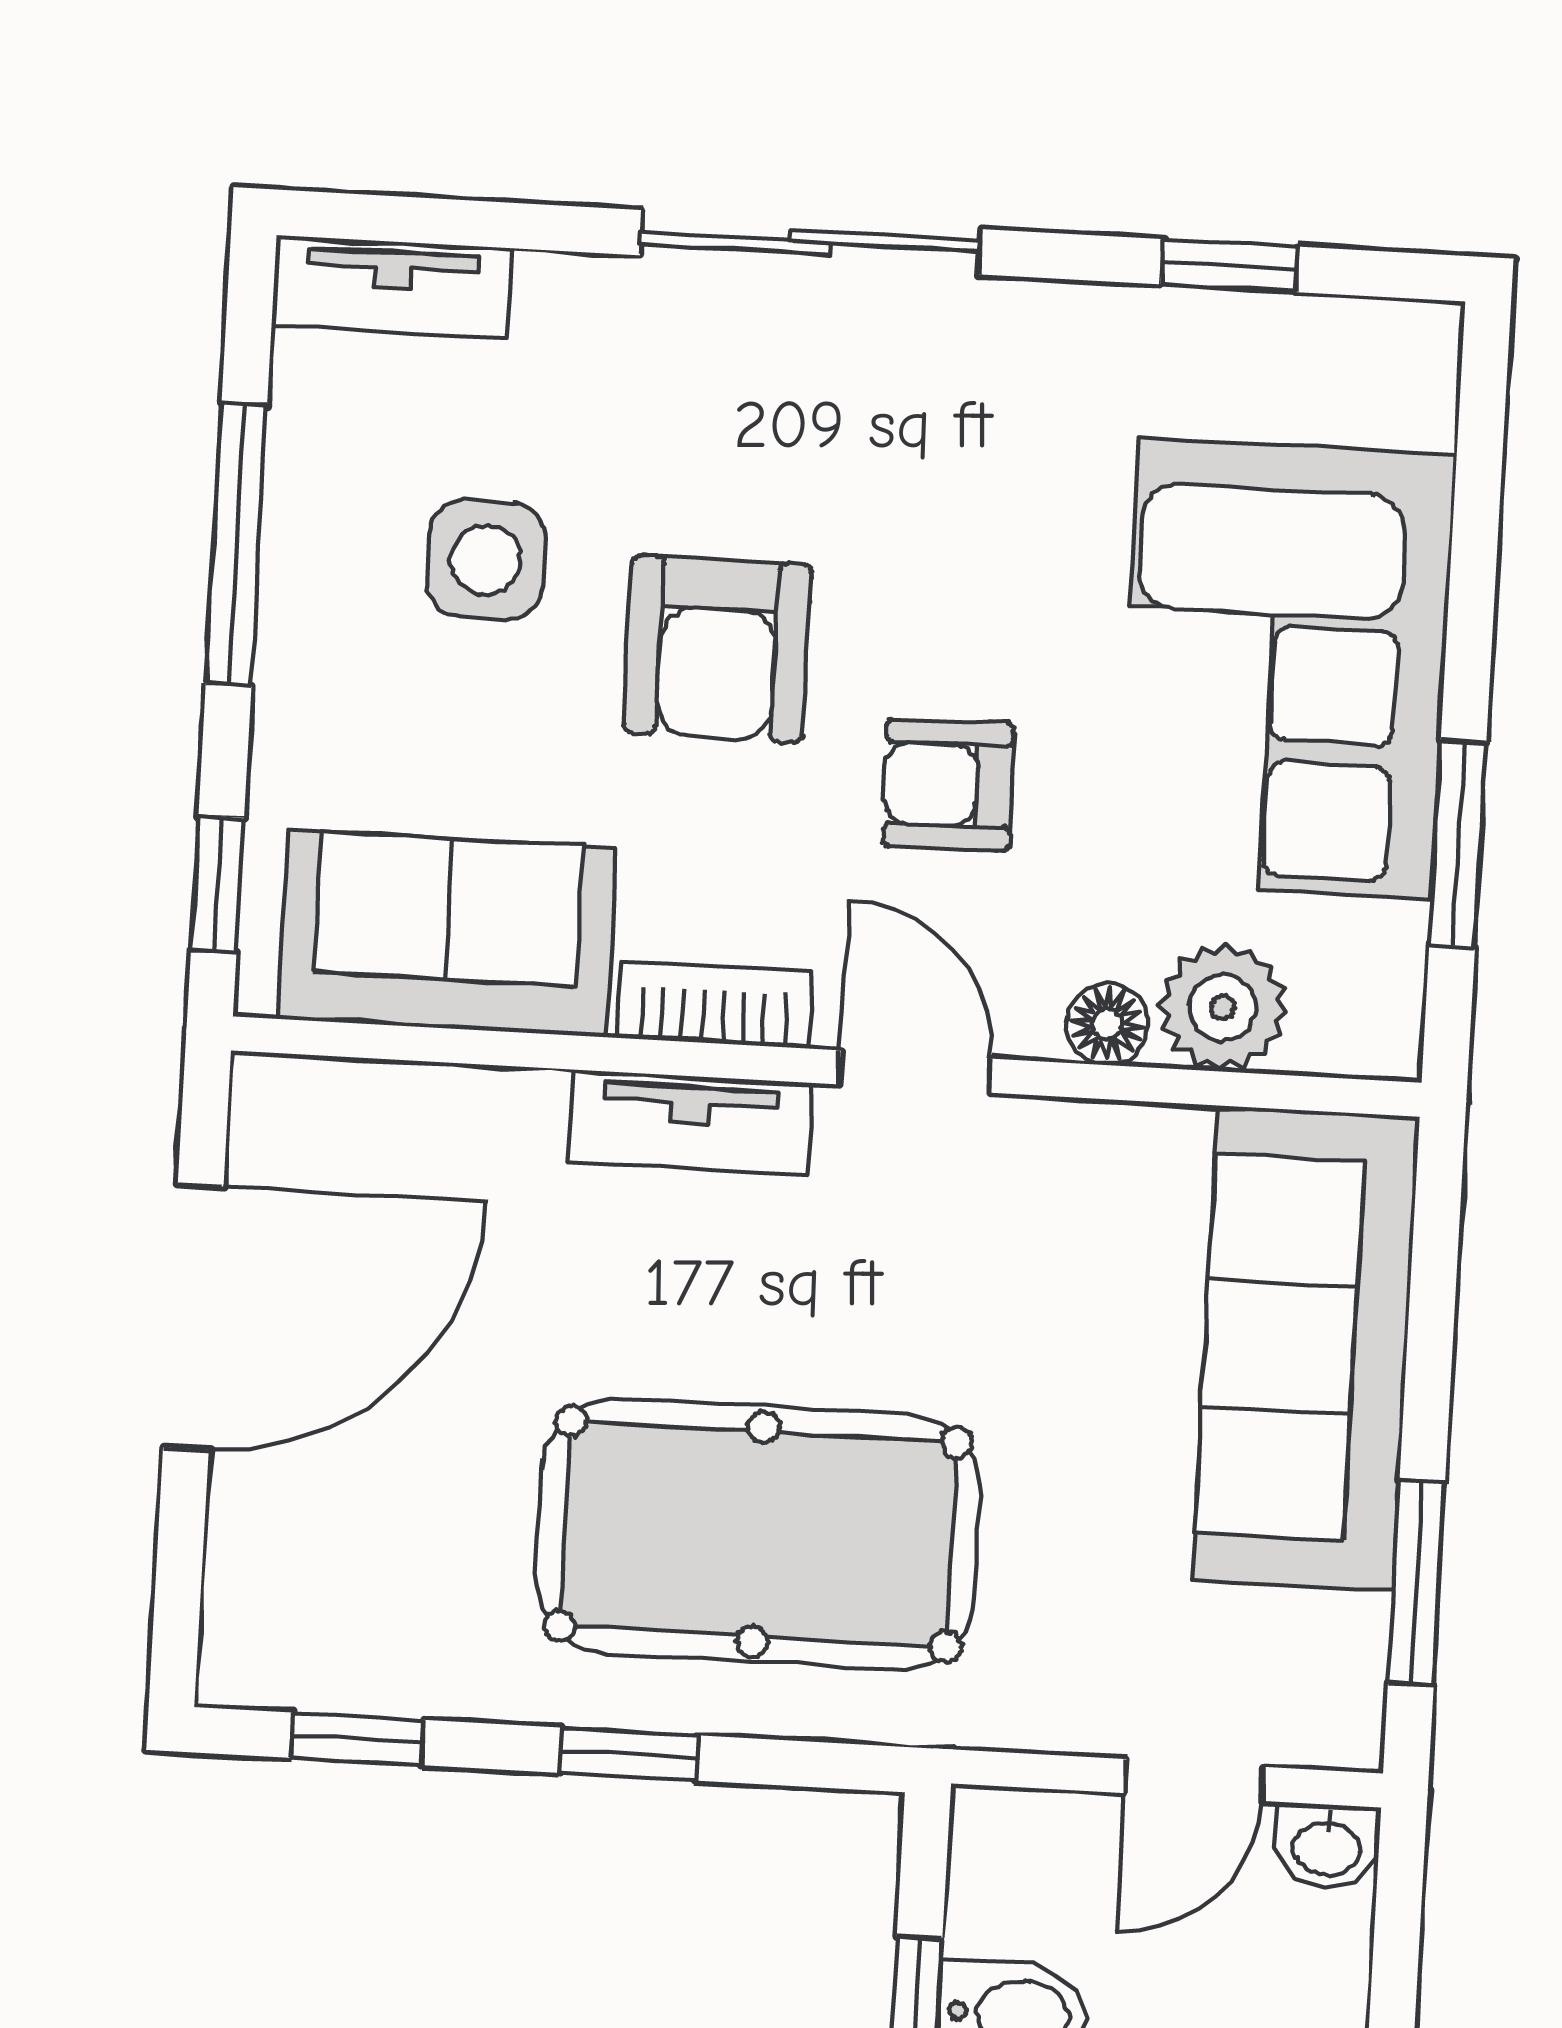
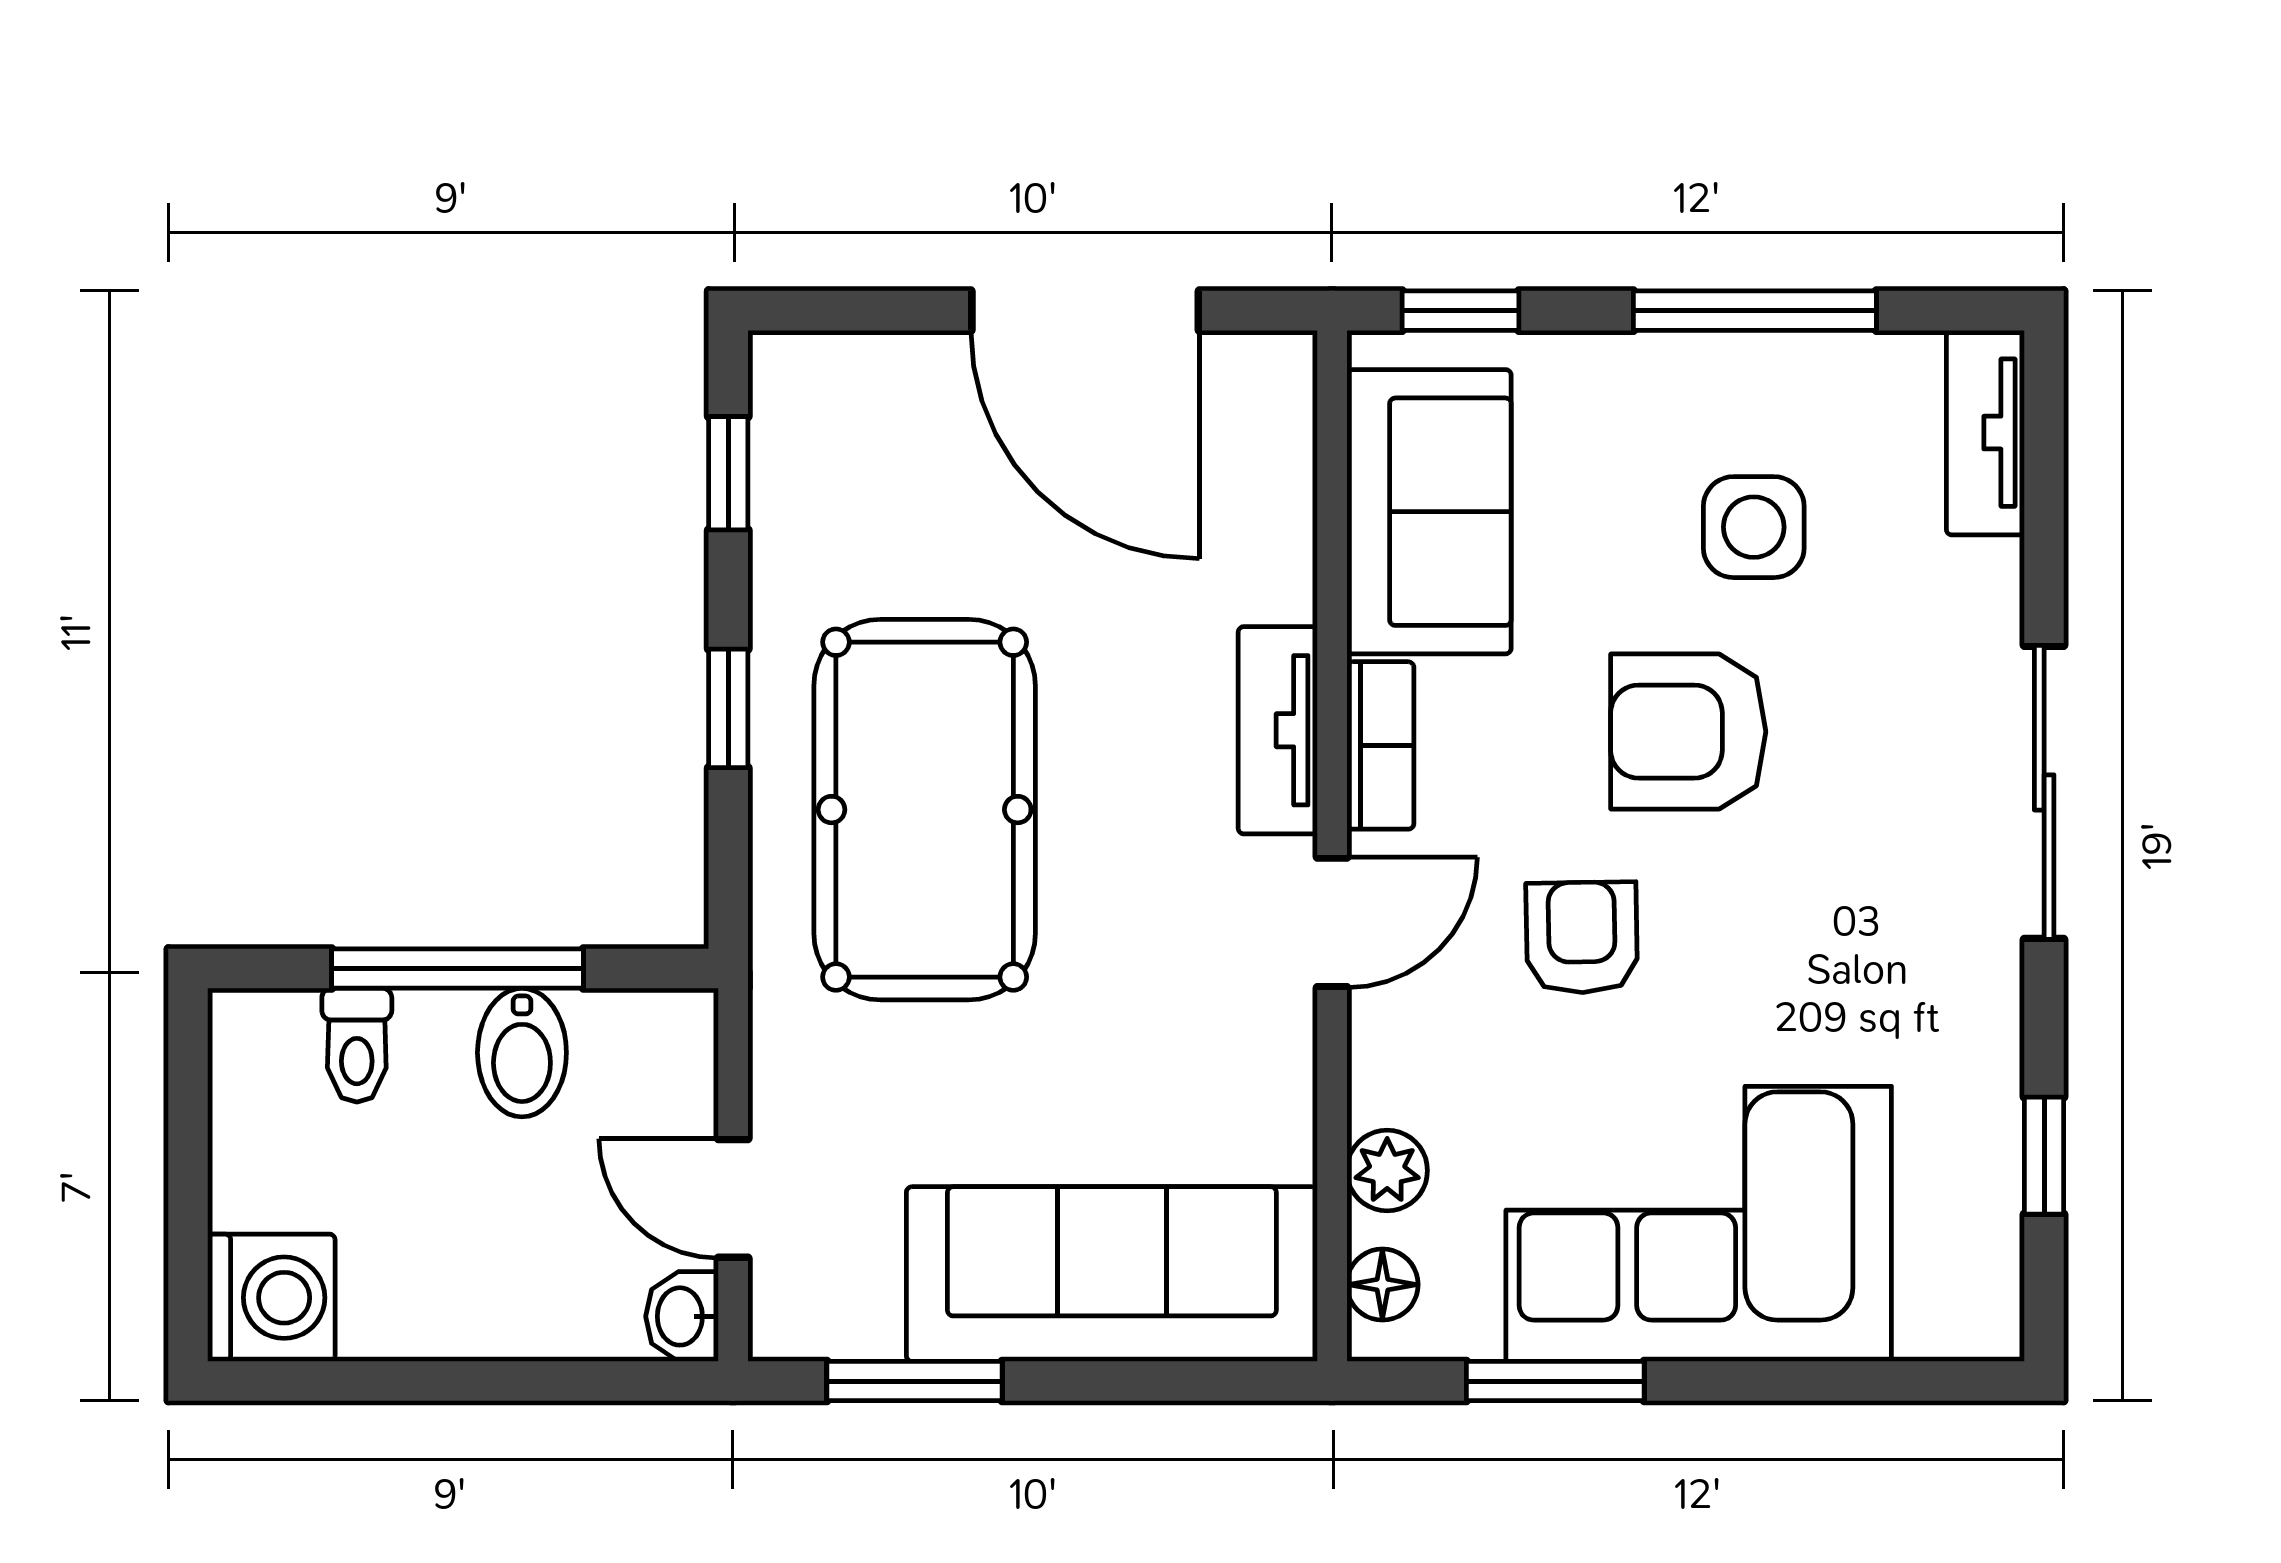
plant: (1223, 1008) -> (1387, 1171), width x0.73, depth x0.73
floor lamp: (1107, 1024) -> (1382, 1285), moved

